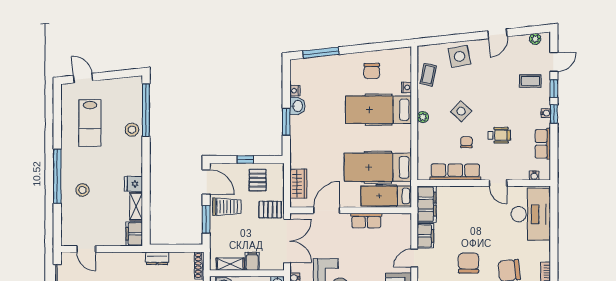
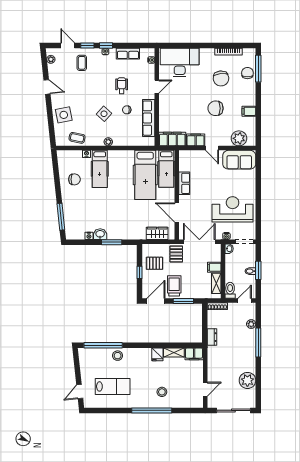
hospital bed: (379, 110) -> (100, 169), width x0.73, depth x0.78

